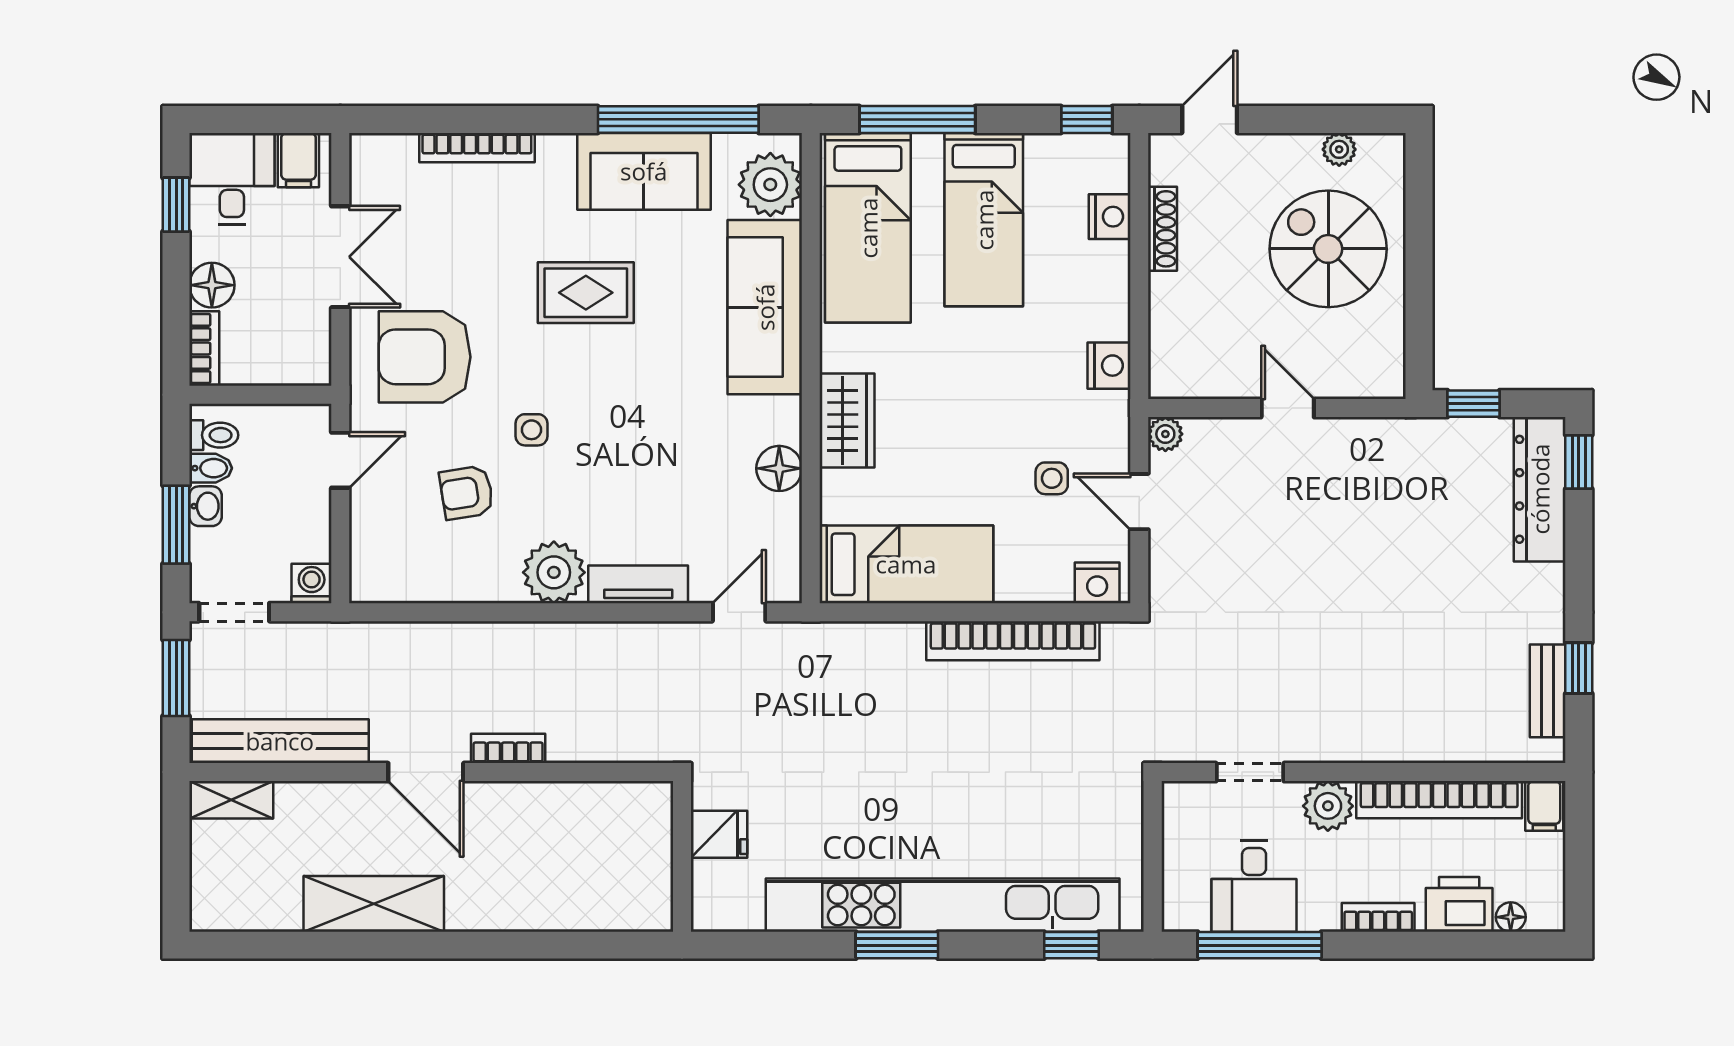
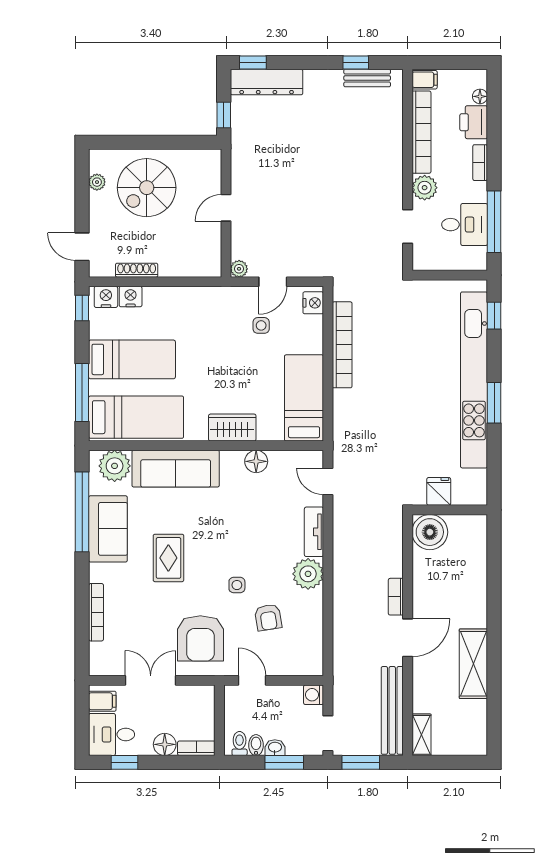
nightstand: (1109, 366) -> (106, 297), moved
boiler: (638, 816) -> (430, 532), added

